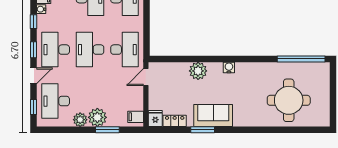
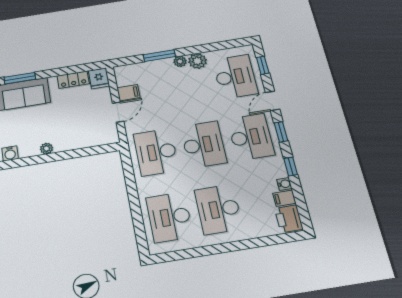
plant: (198, 71) -> (46, 149), width x0.53, depth x0.53
door: (146, 77) -> (118, 112), moved
plant: (97, 117) -> (180, 61), width x0.53, depth x0.53
filing cabinet: (136, 117) -> (128, 93), moved
window: (203, 130) -> (20, 78), moved

